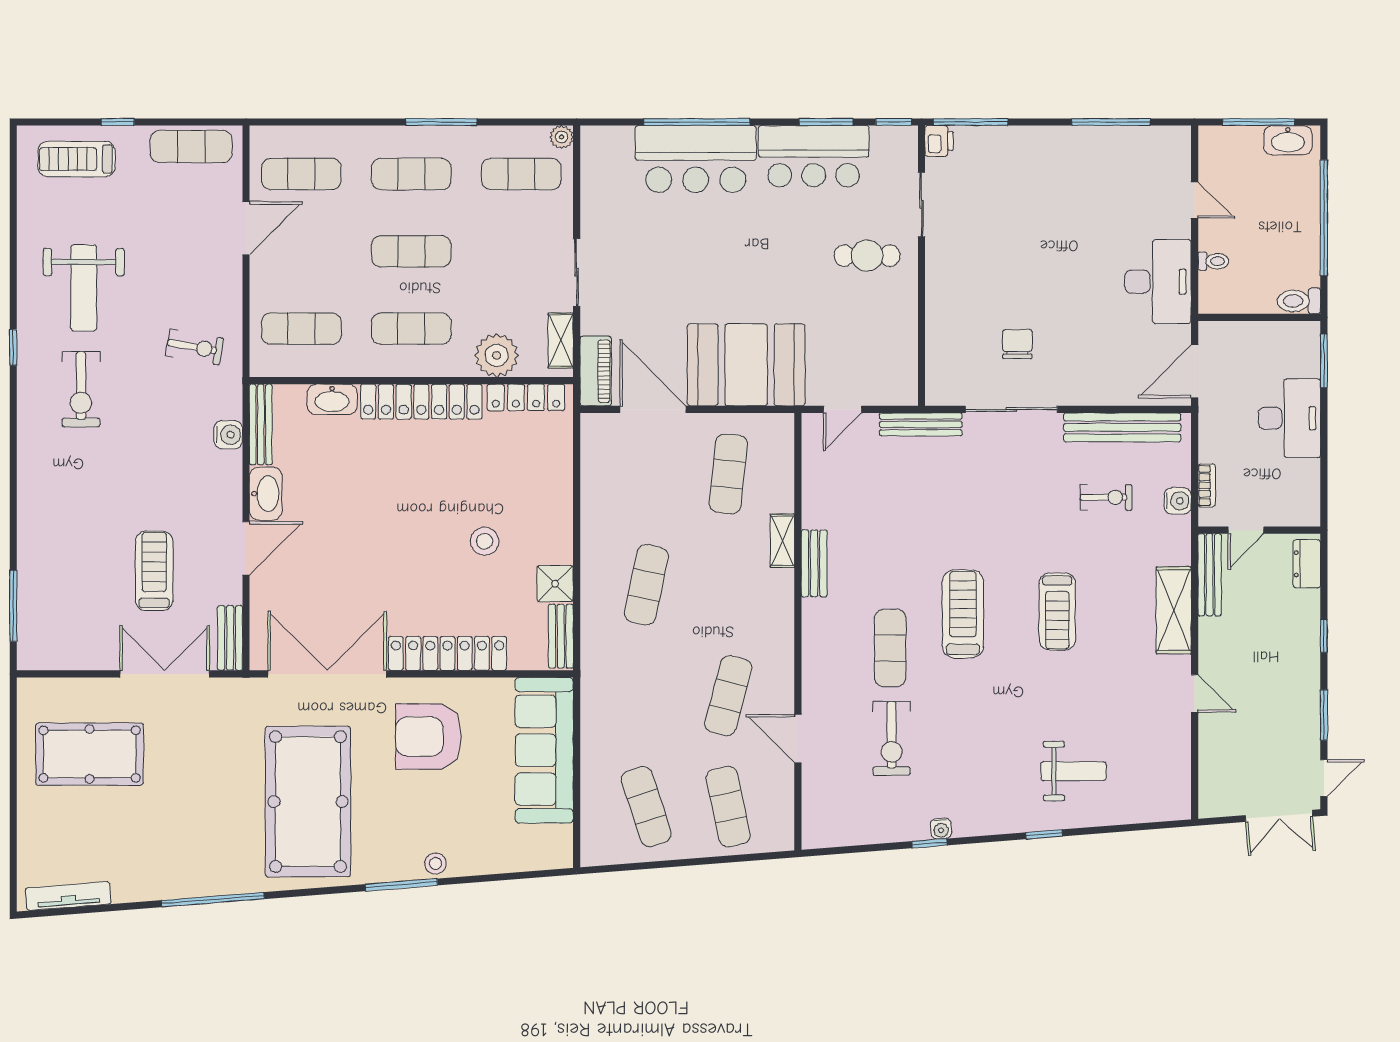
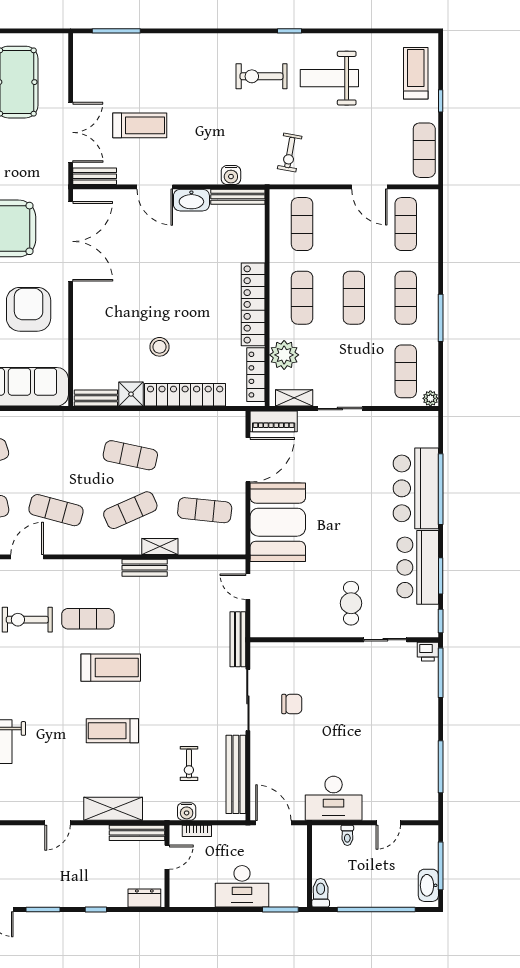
washbasin: (332, 399) -> (255, 245), removed
door: (1246, 530) -> (167, 857), swing flipped
exercise mat: (728, 585) -> (130, 510), added
locker: (447, 653) -> (185, 395), moved, turned -90

